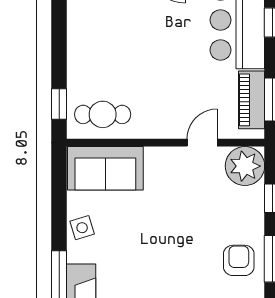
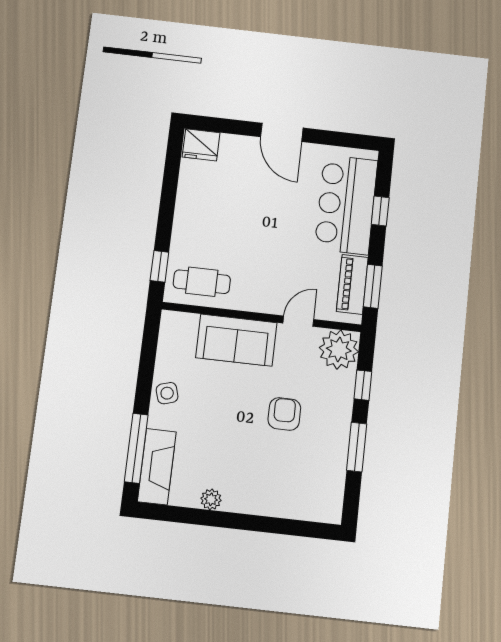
sofa: (105, 168) -> (236, 340), moved
armchair: (239, 260) -> (284, 414), moved

